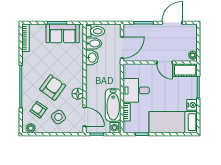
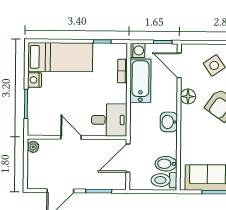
washbasin: (92, 58) -> (169, 122), moved
cot: (185, 70) -> (43, 127), removed
desk: (136, 90) -> (109, 120), moved

